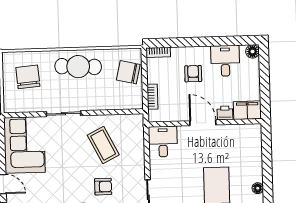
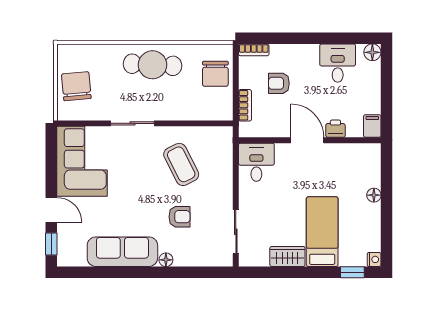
chair: (128, 72) -> (215, 74), turned -103
armchair: (193, 74) -> (279, 83), moved, turned -90
chair: (28, 77) -> (76, 86), moved
filing cabinet: (247, 110) -> (372, 126), width x0.50
floor lamp: (258, 188) -> (374, 195), moved

